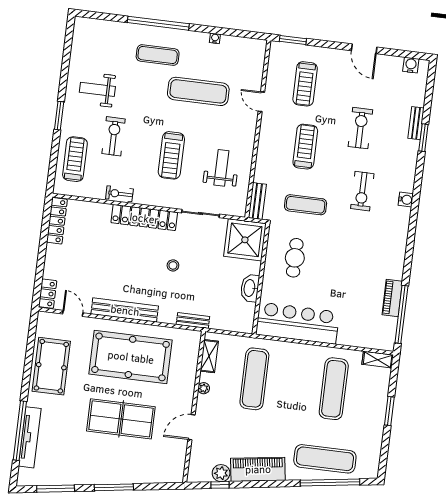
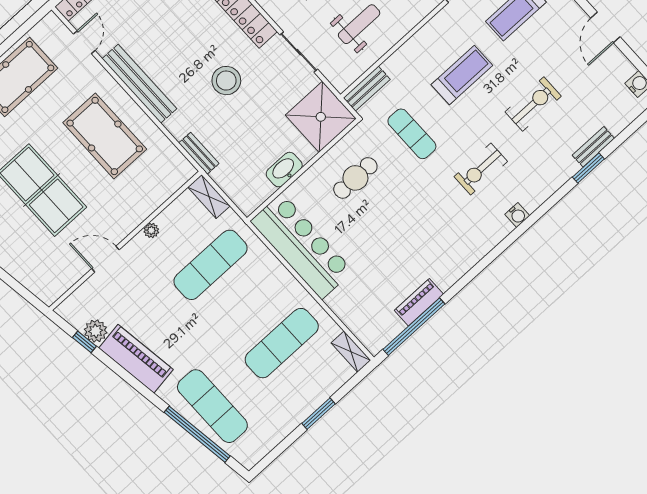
stool: (173, 265) -> (226, 81), width x1.89, depth x1.89
shelving: (209, 356) -> (209, 197), moved, turned 90
pool table: (131, 357) -> (105, 136), width x0.73, depth x0.76

